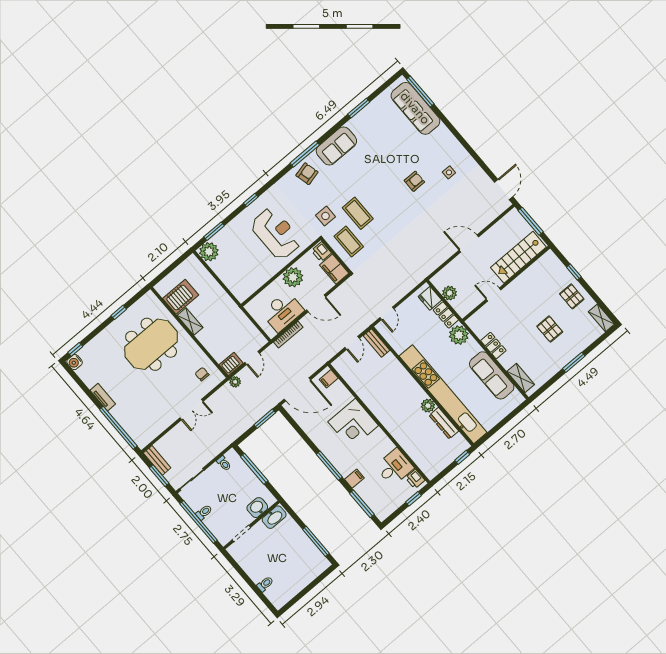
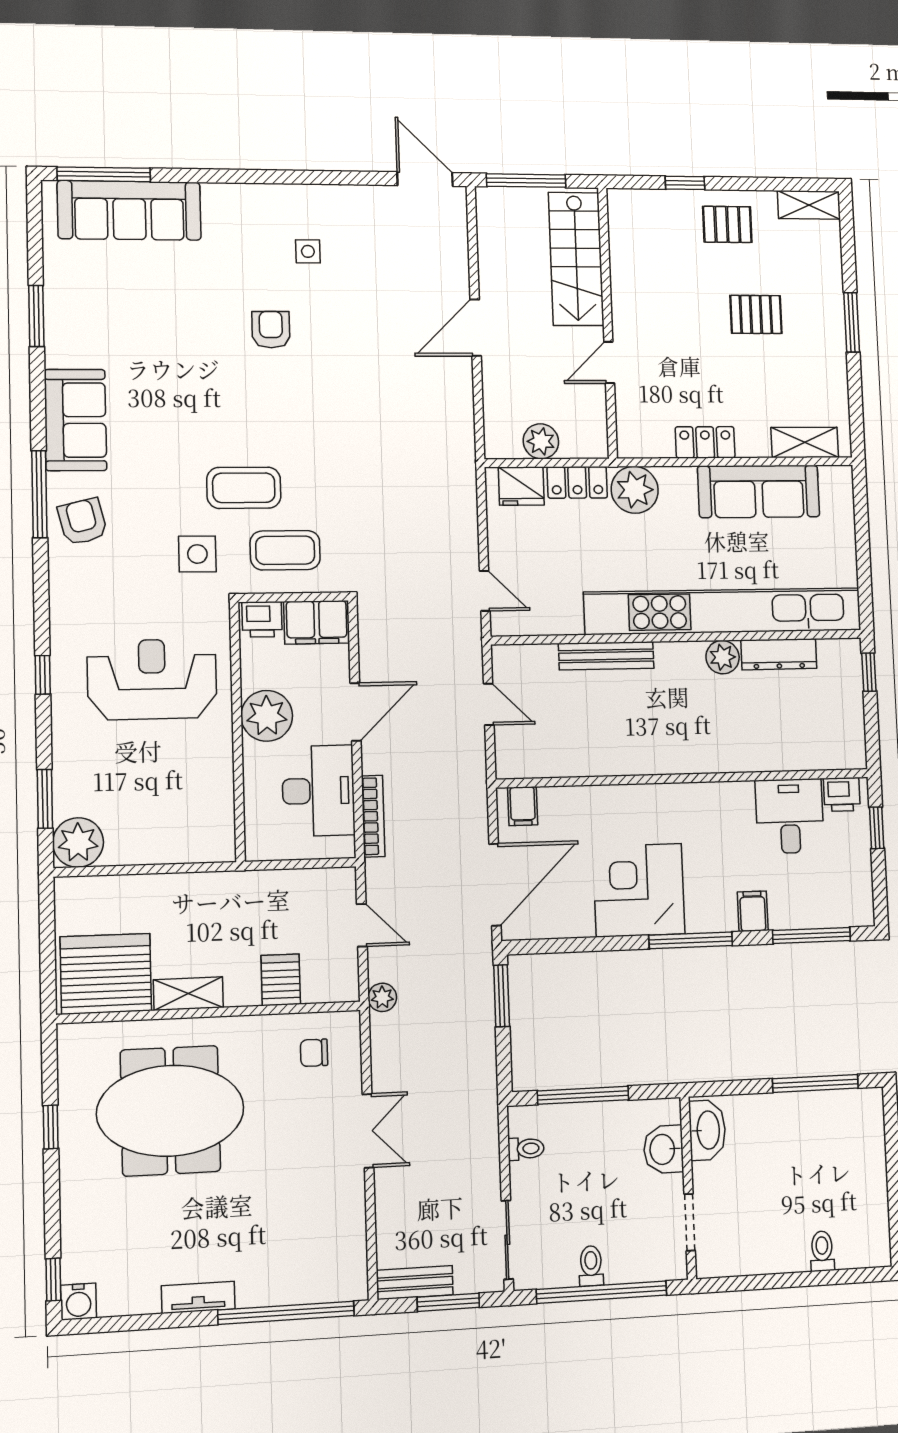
server rack: (181, 297) -> (106, 974), width x1.60
bench: (377, 343) -> (606, 656), moved, width x1.36
meeting table: (151, 344) -> (170, 1111), turned 90
server rack: (231, 364) -> (281, 980), moved
corner desk: (353, 424) -> (639, 890), moved, turned 180

